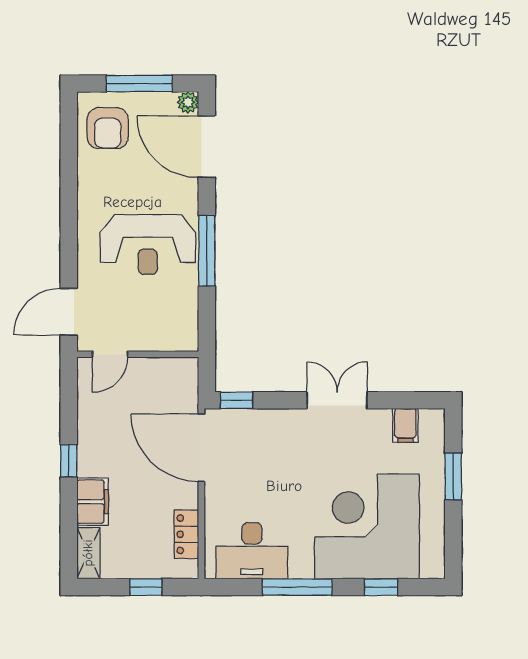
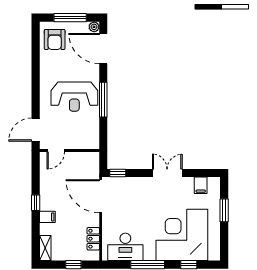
filing cabinet: (93, 502) -> (47, 217), width x0.50

